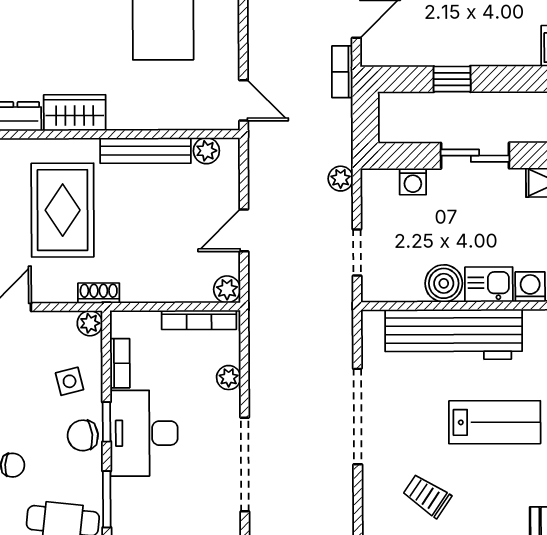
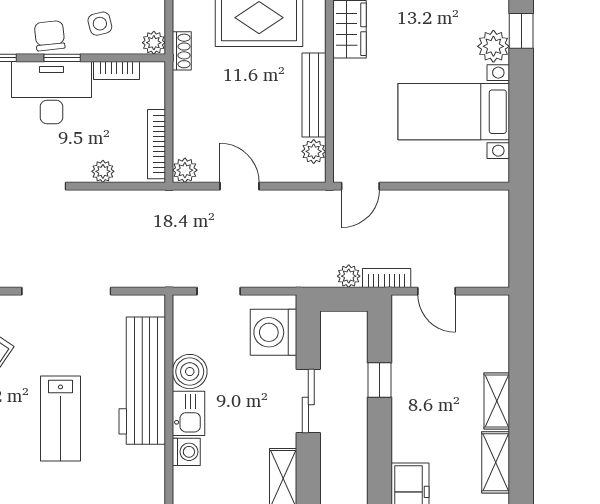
plant: (341, 179) -> (349, 276), moved
washing machine: (413, 182) -> (273, 332), width x1.89, depth x1.89

